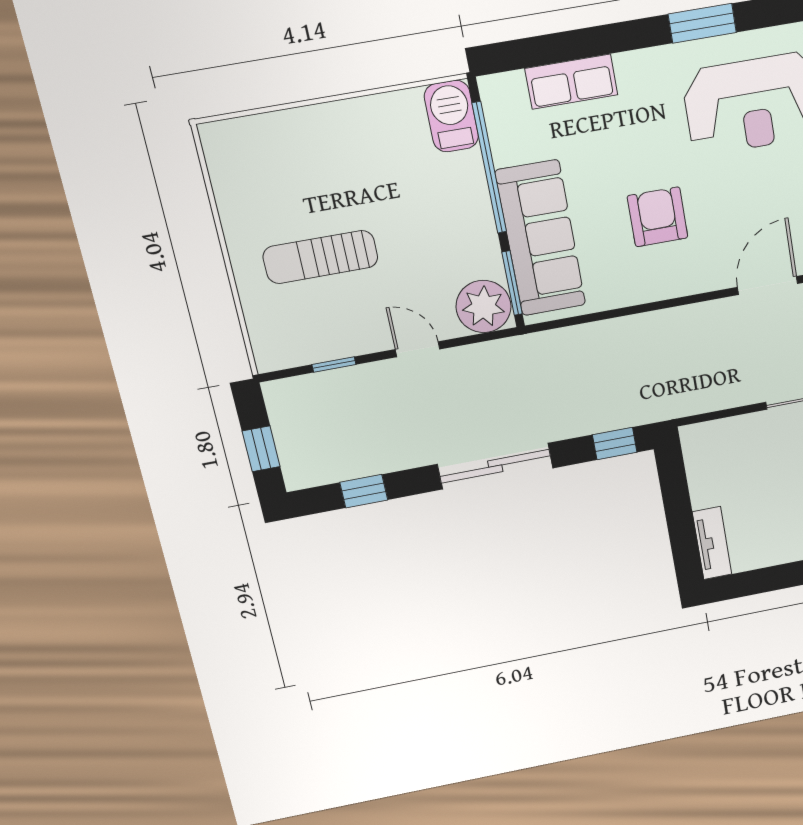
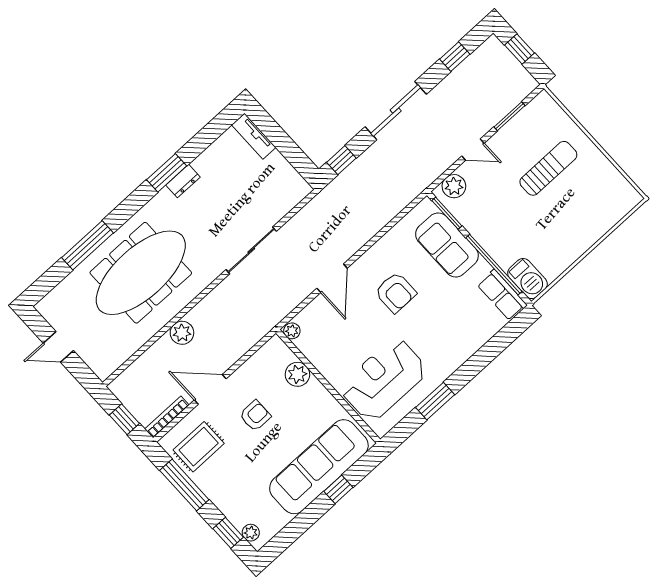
row of seats: (571, 82) -> (502, 295), moved, turned -90
sofa: (541, 238) -> (447, 245), width x0.73
door: (768, 285) -> (332, 278), moved
plant: (484, 307) -> (454, 186), width x0.73, depth x0.73
window: (334, 365) -> (509, 116), width x1.50

